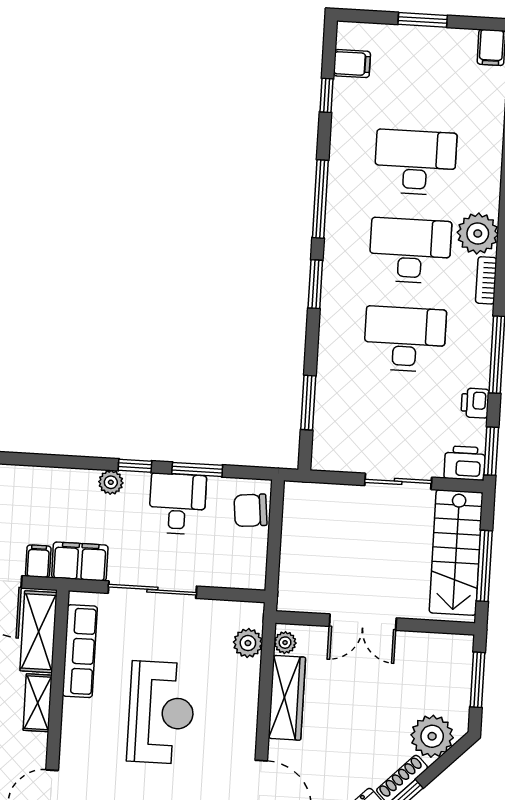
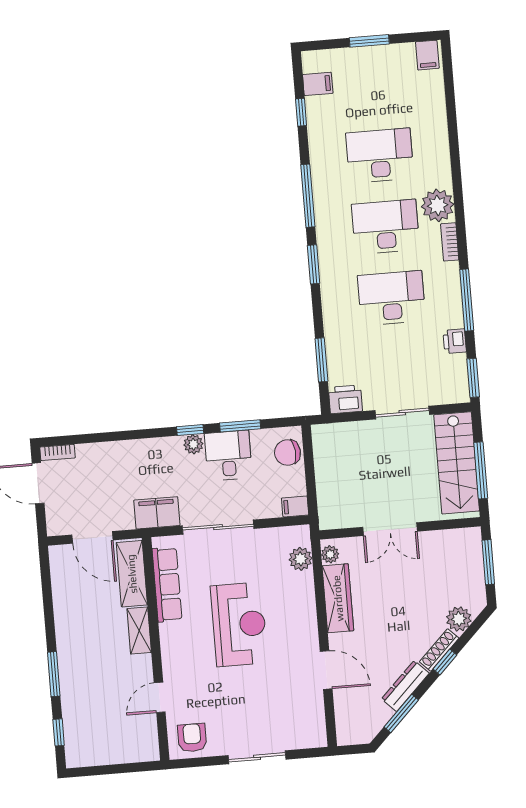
printer: (465, 463) -> (345, 399), moved
plant: (111, 482) -> (193, 444), moved
filing cabinet: (38, 561) -> (295, 506), moved, turned -90
plant: (432, 736) -> (459, 619), width x0.73, depth x0.73

